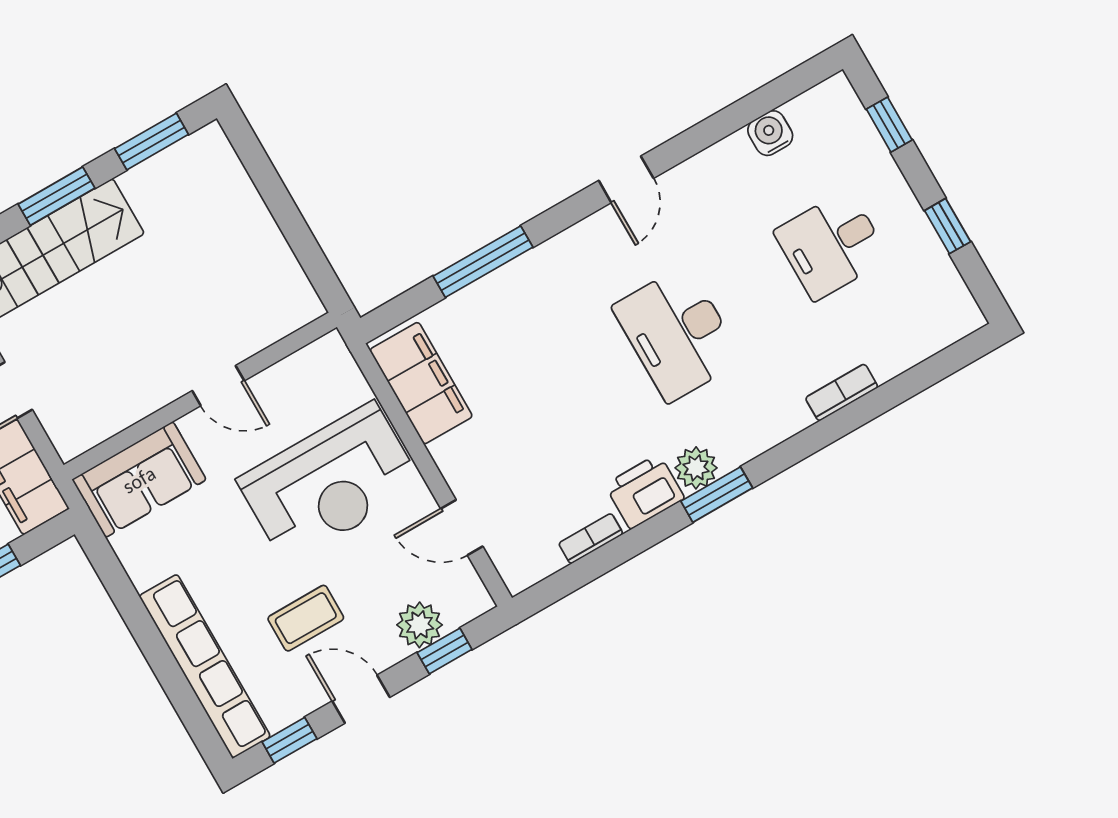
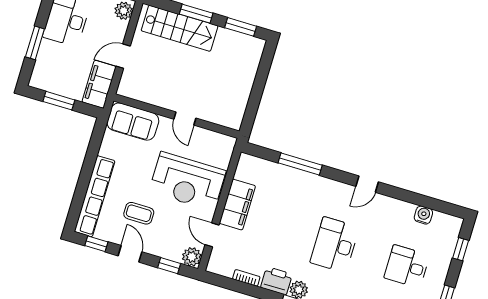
filing cabinet: (421, 383) -> (237, 205), moved
plant: (420, 625) -> (192, 257), moved

